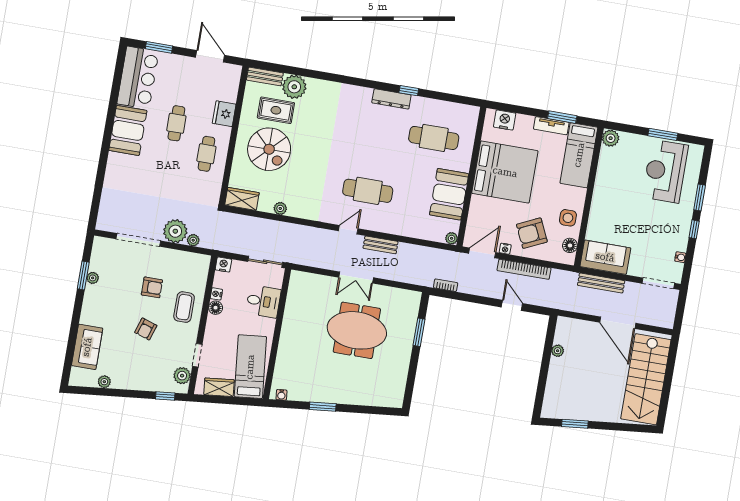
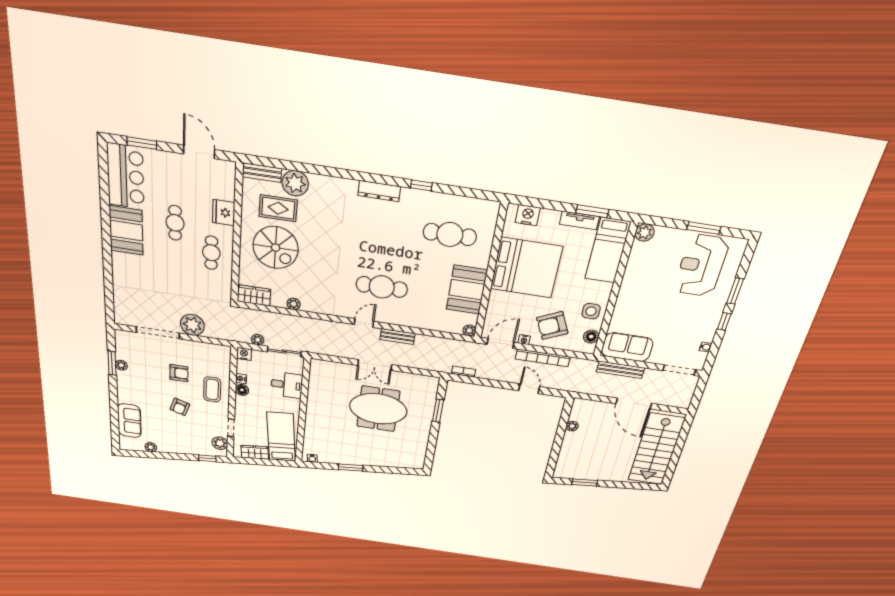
dresser: (391, 99) -> (379, 191), moved
plant: (193, 240) -> (258, 340), moved

